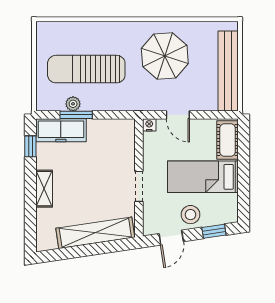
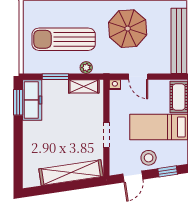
plant: (73, 104) -> (86, 68), moved
freezer: (61, 130) -> (32, 100), moved, turned -90
window: (30, 146) -> (18, 102), width x1.50
shelving: (44, 189) -> (84, 86), moved, turned 90

